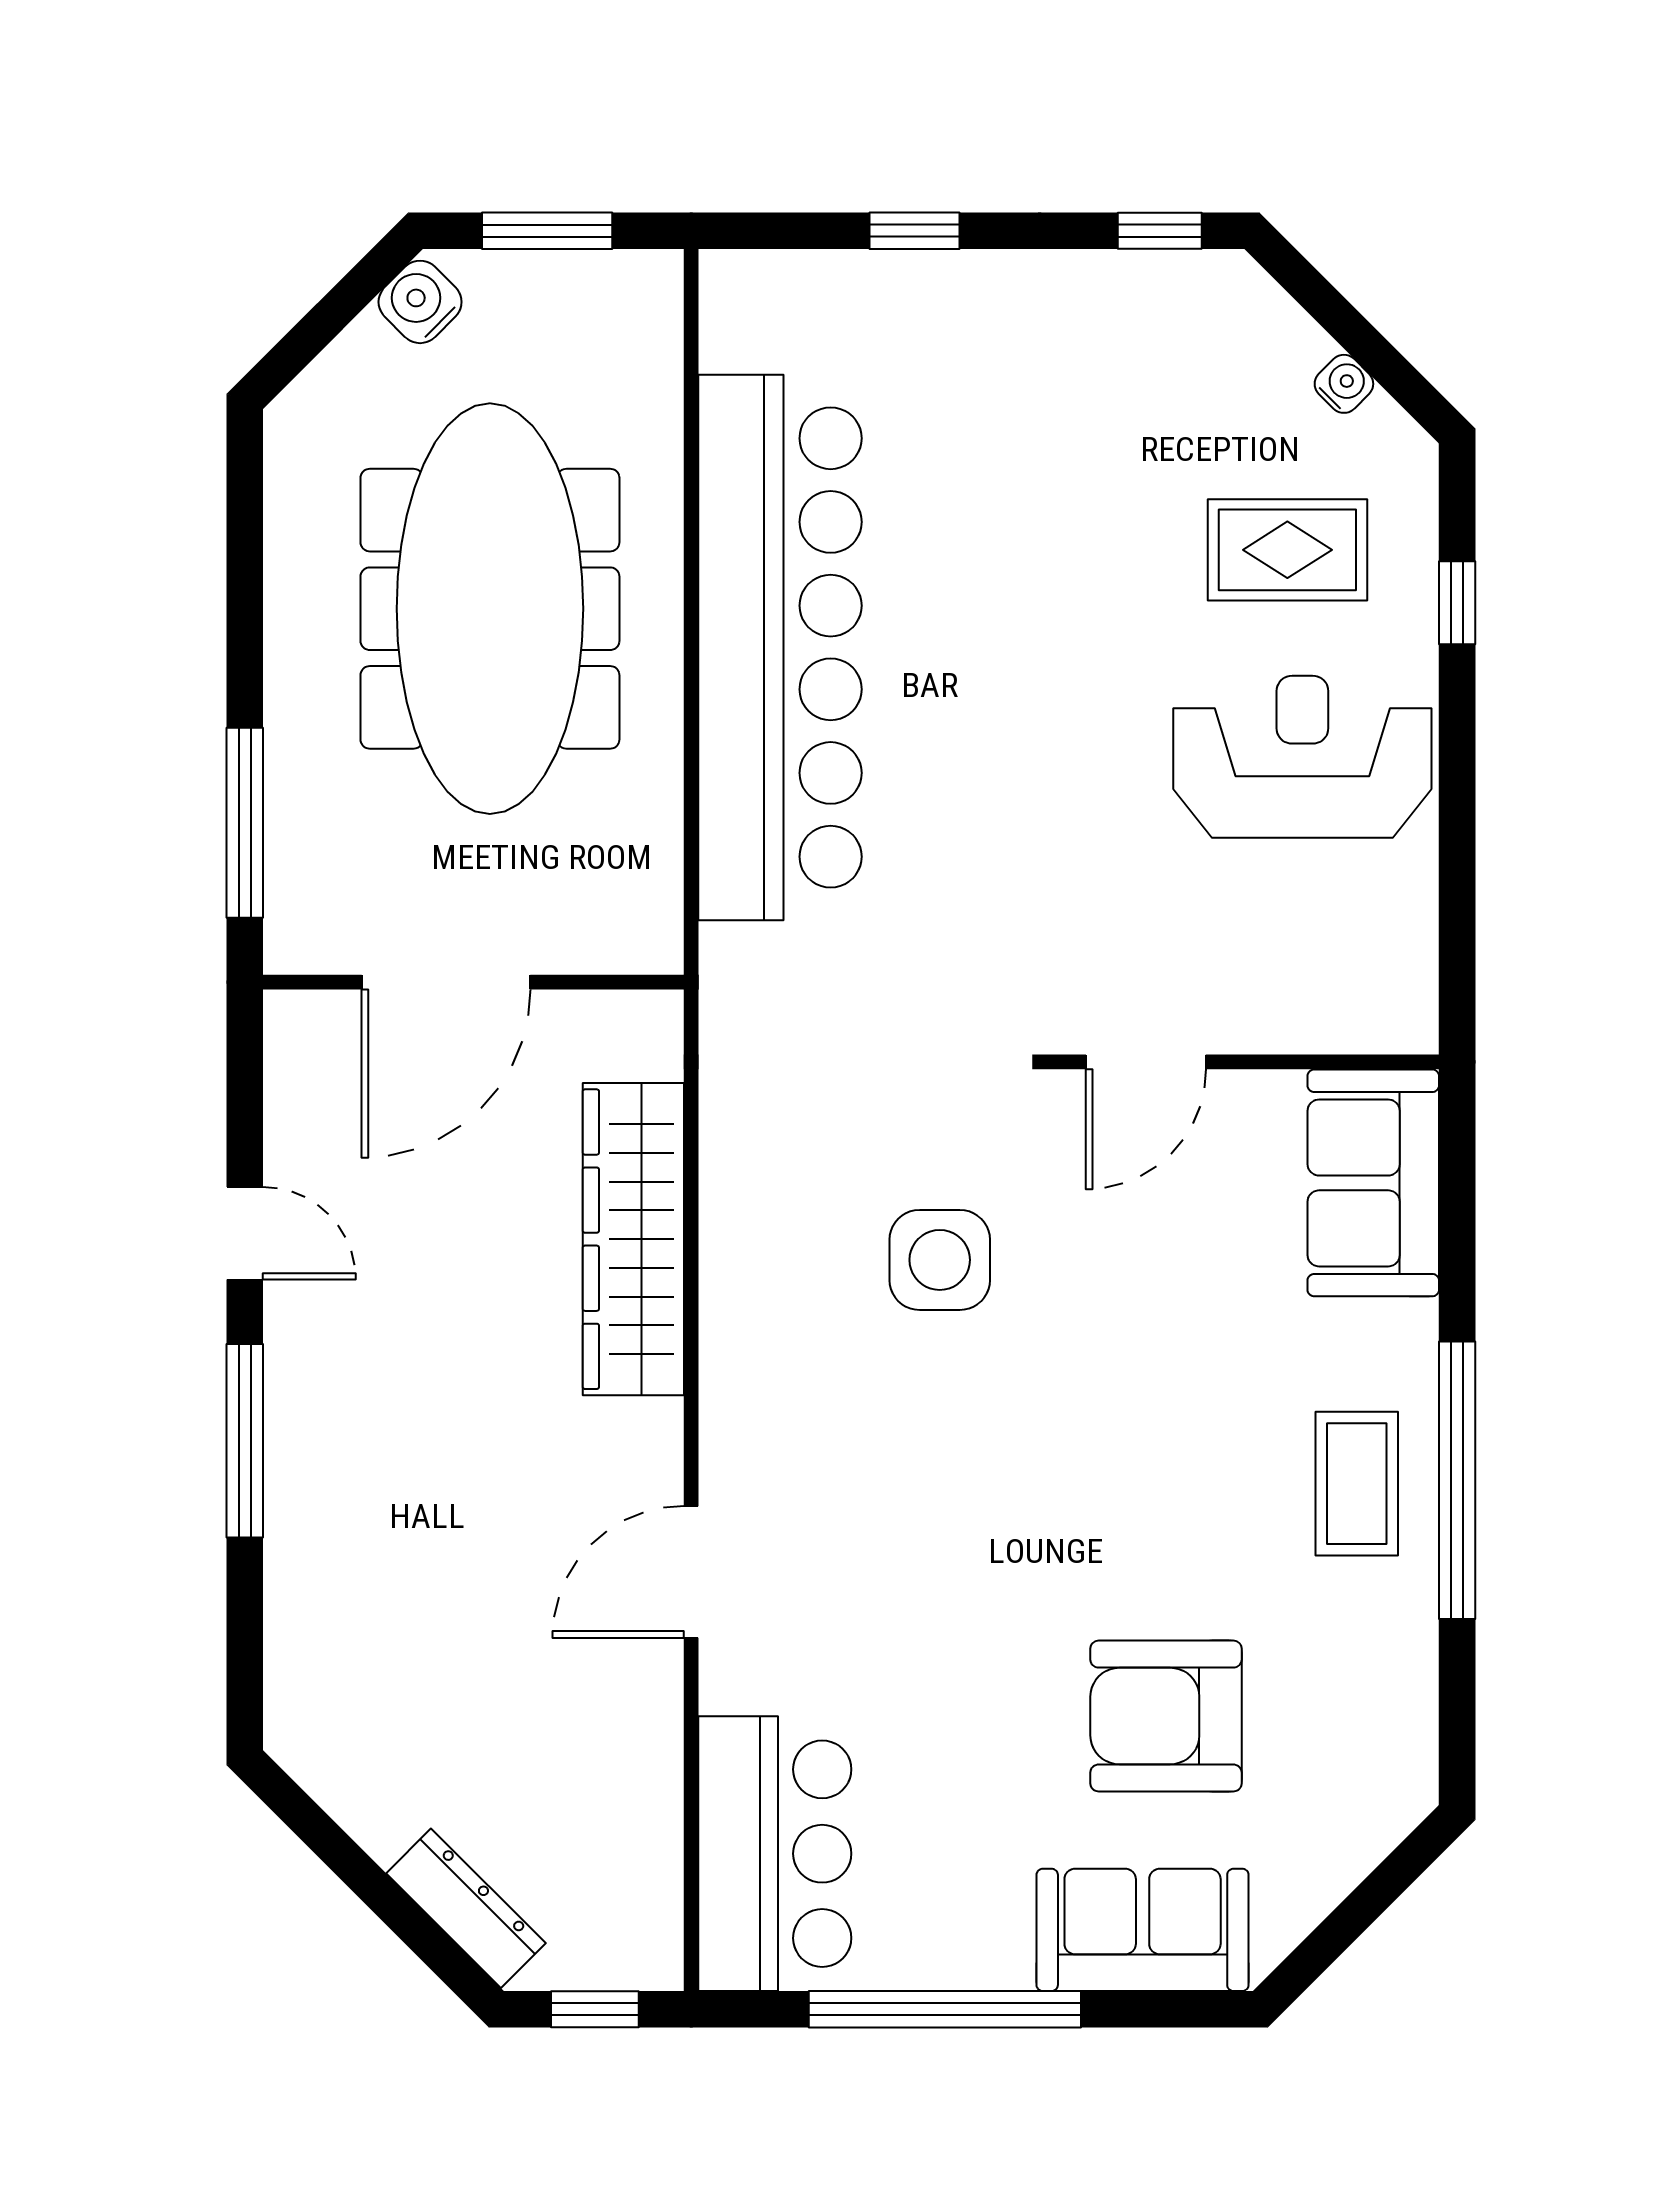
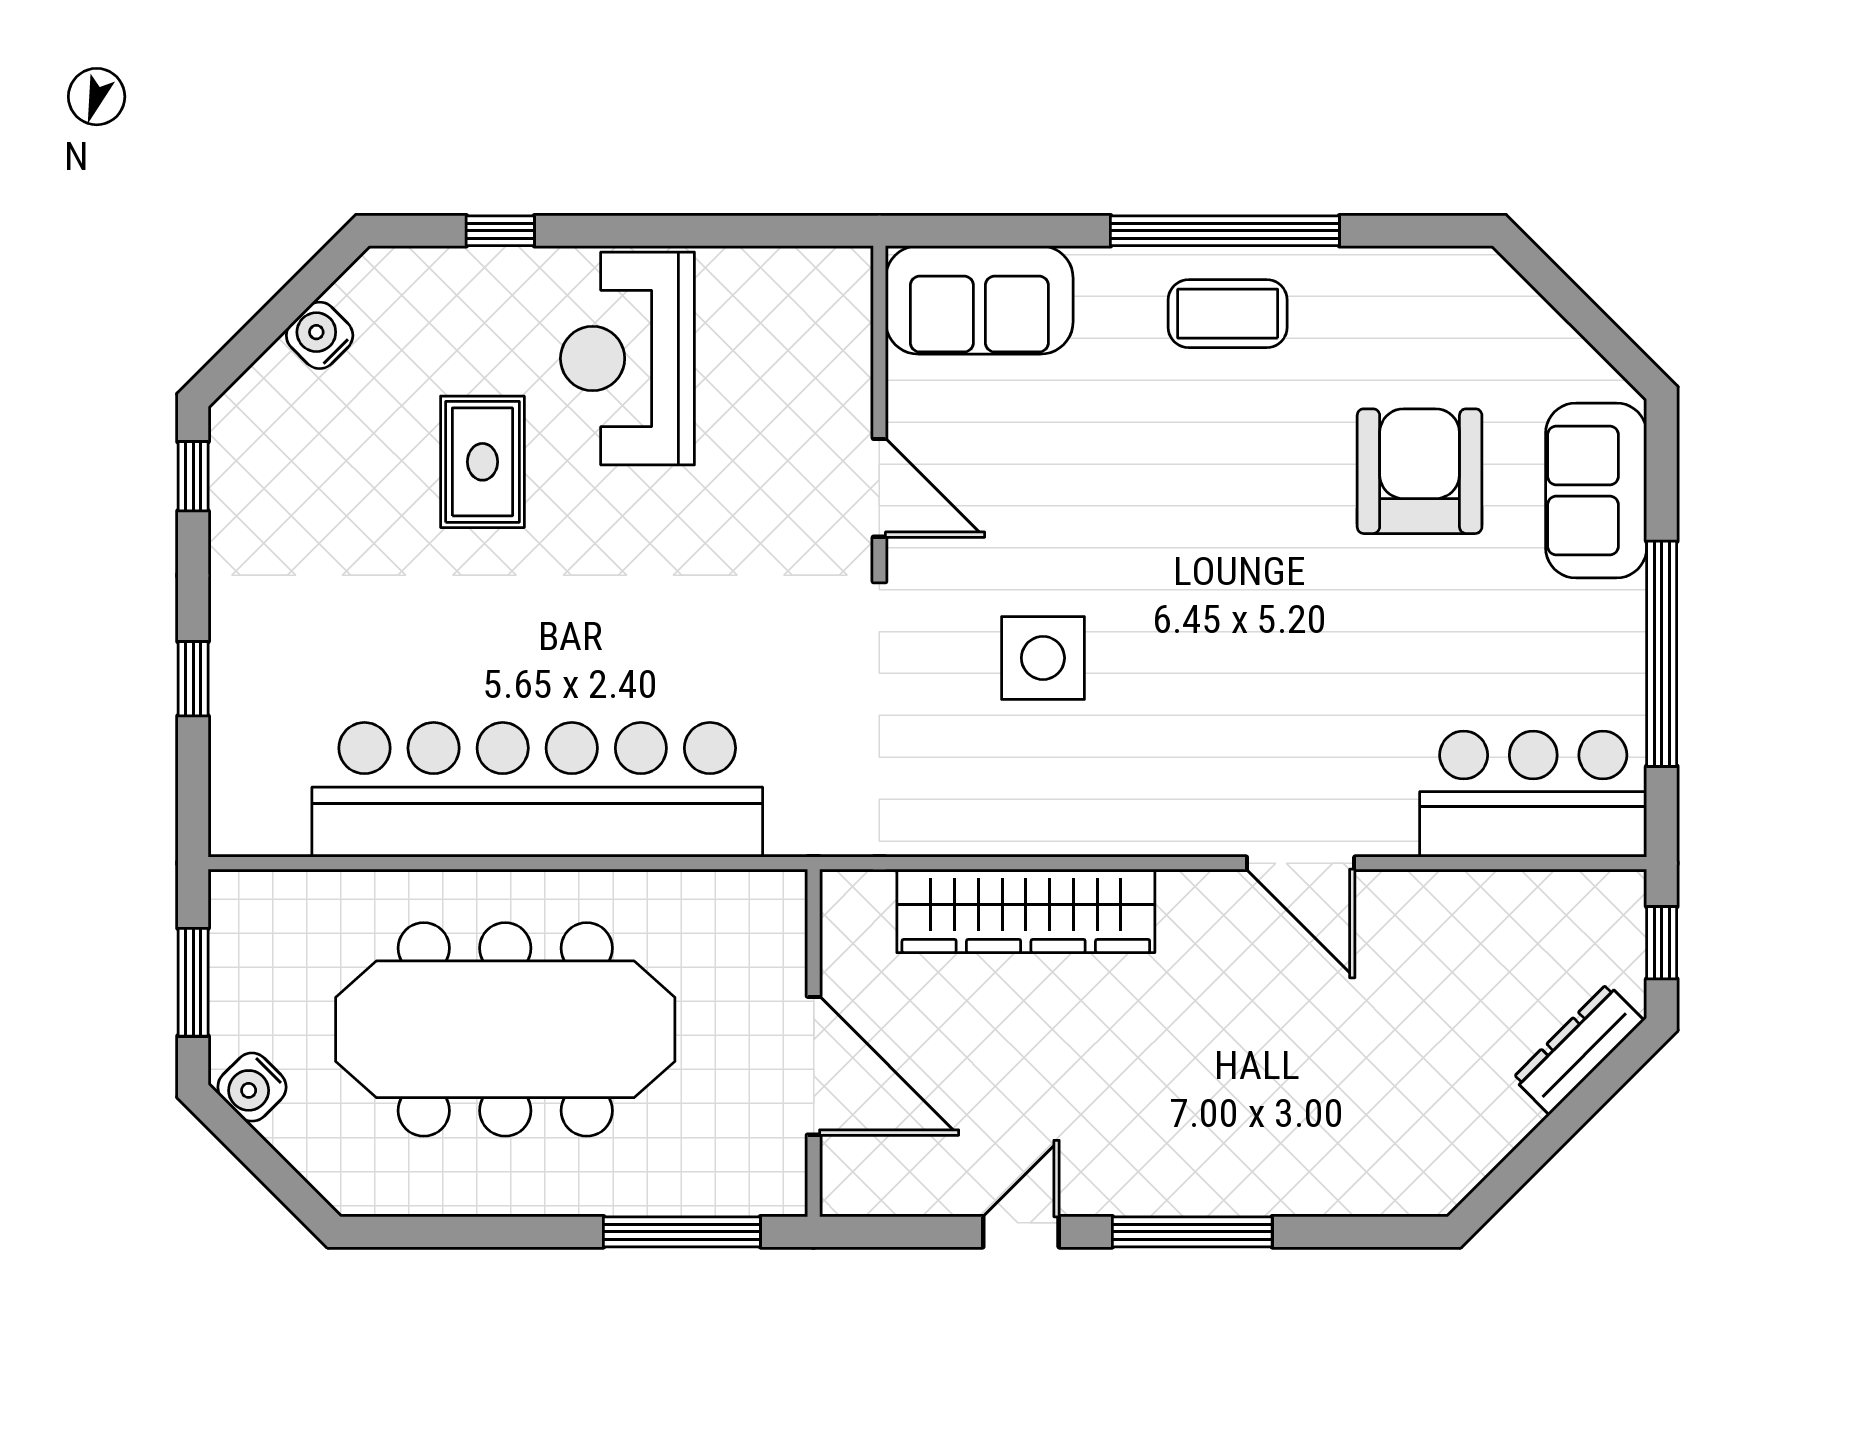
water cooler: (1344, 384) -> (320, 335), width x1.38, depth x1.38
rug: (1287, 550) -> (482, 462), moved
armchair: (1166, 1716) -> (1420, 471), turned 180

